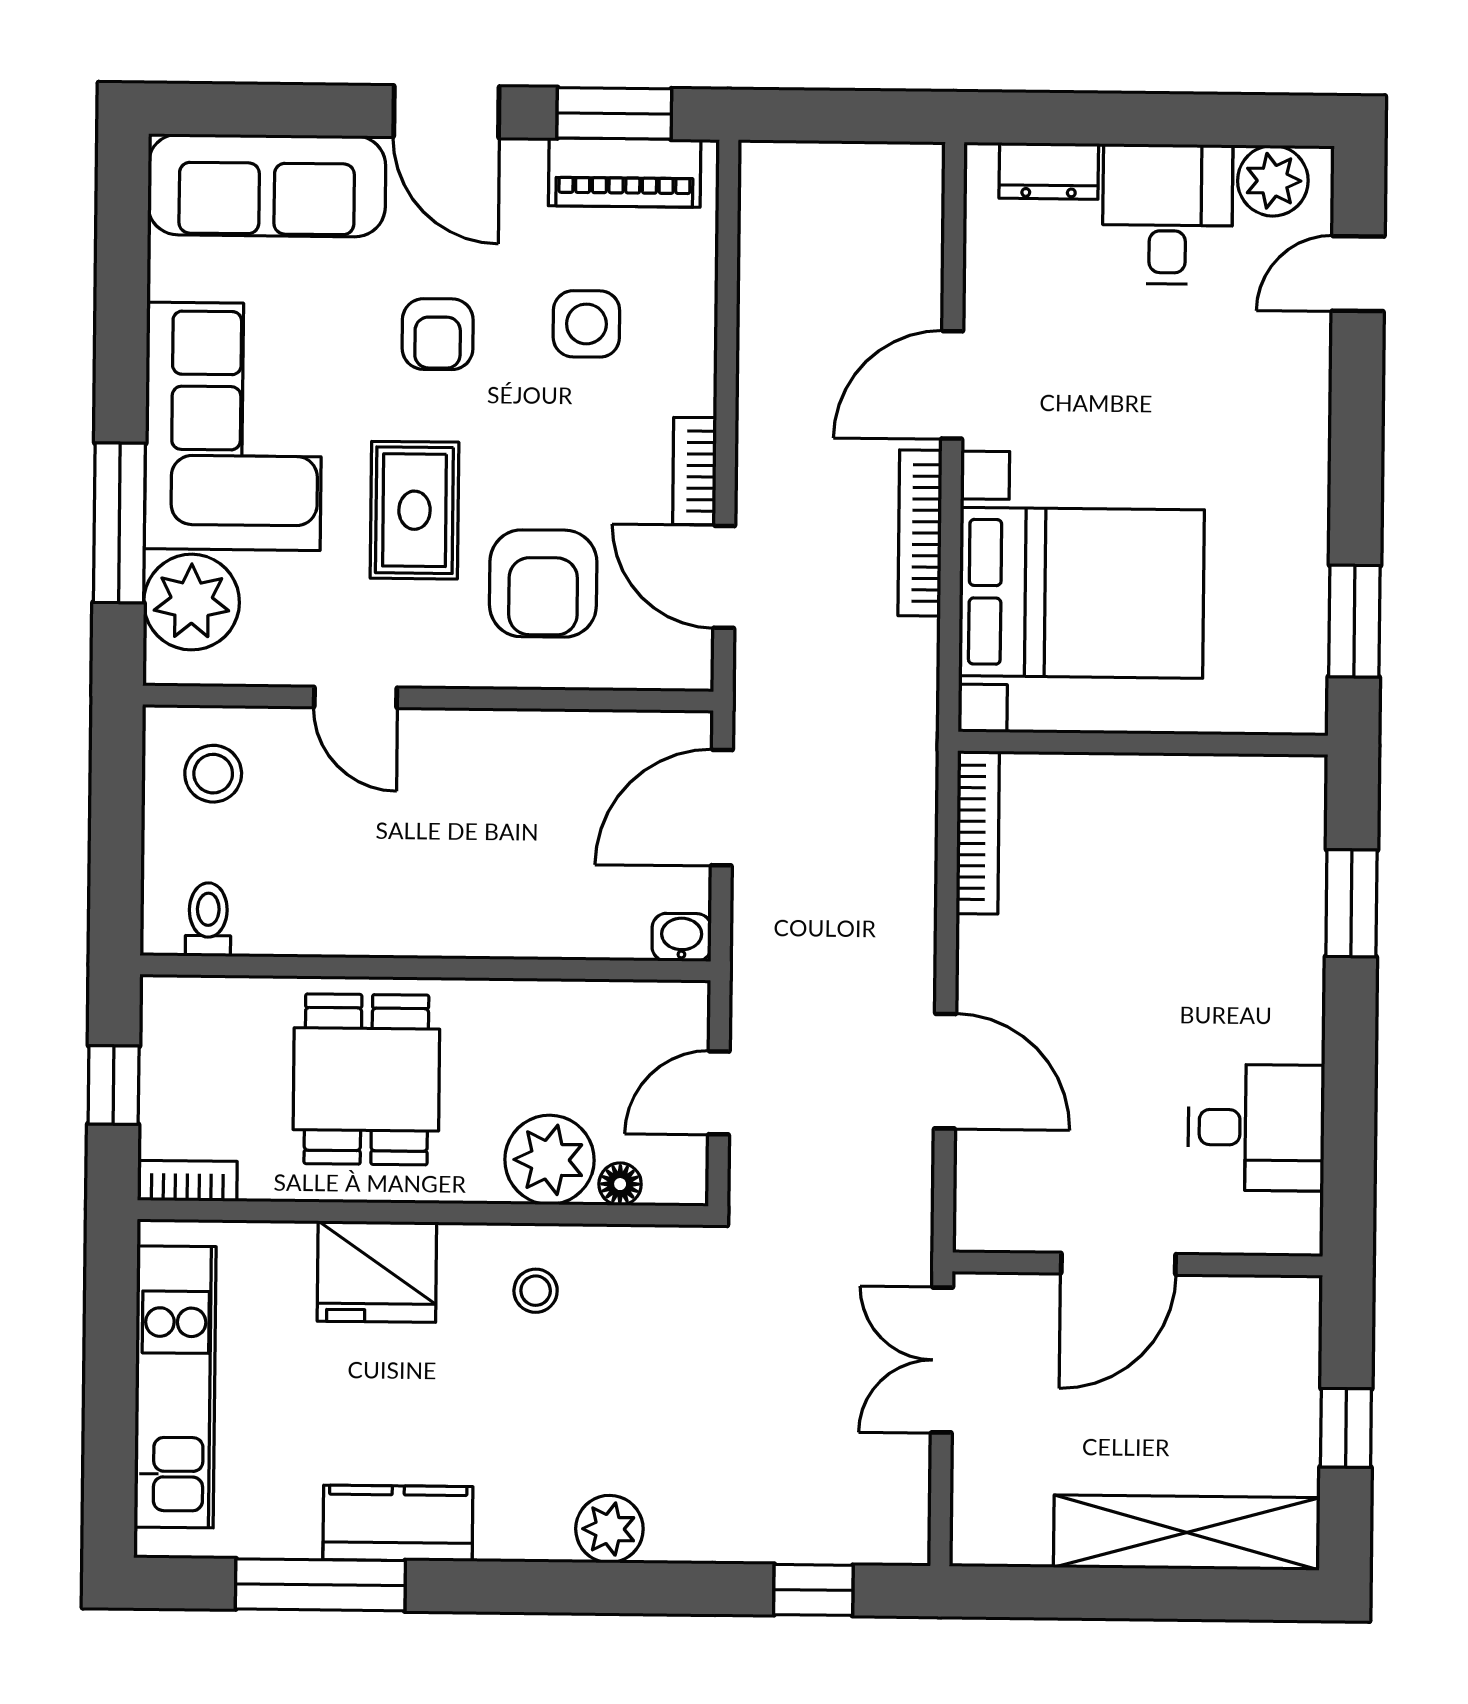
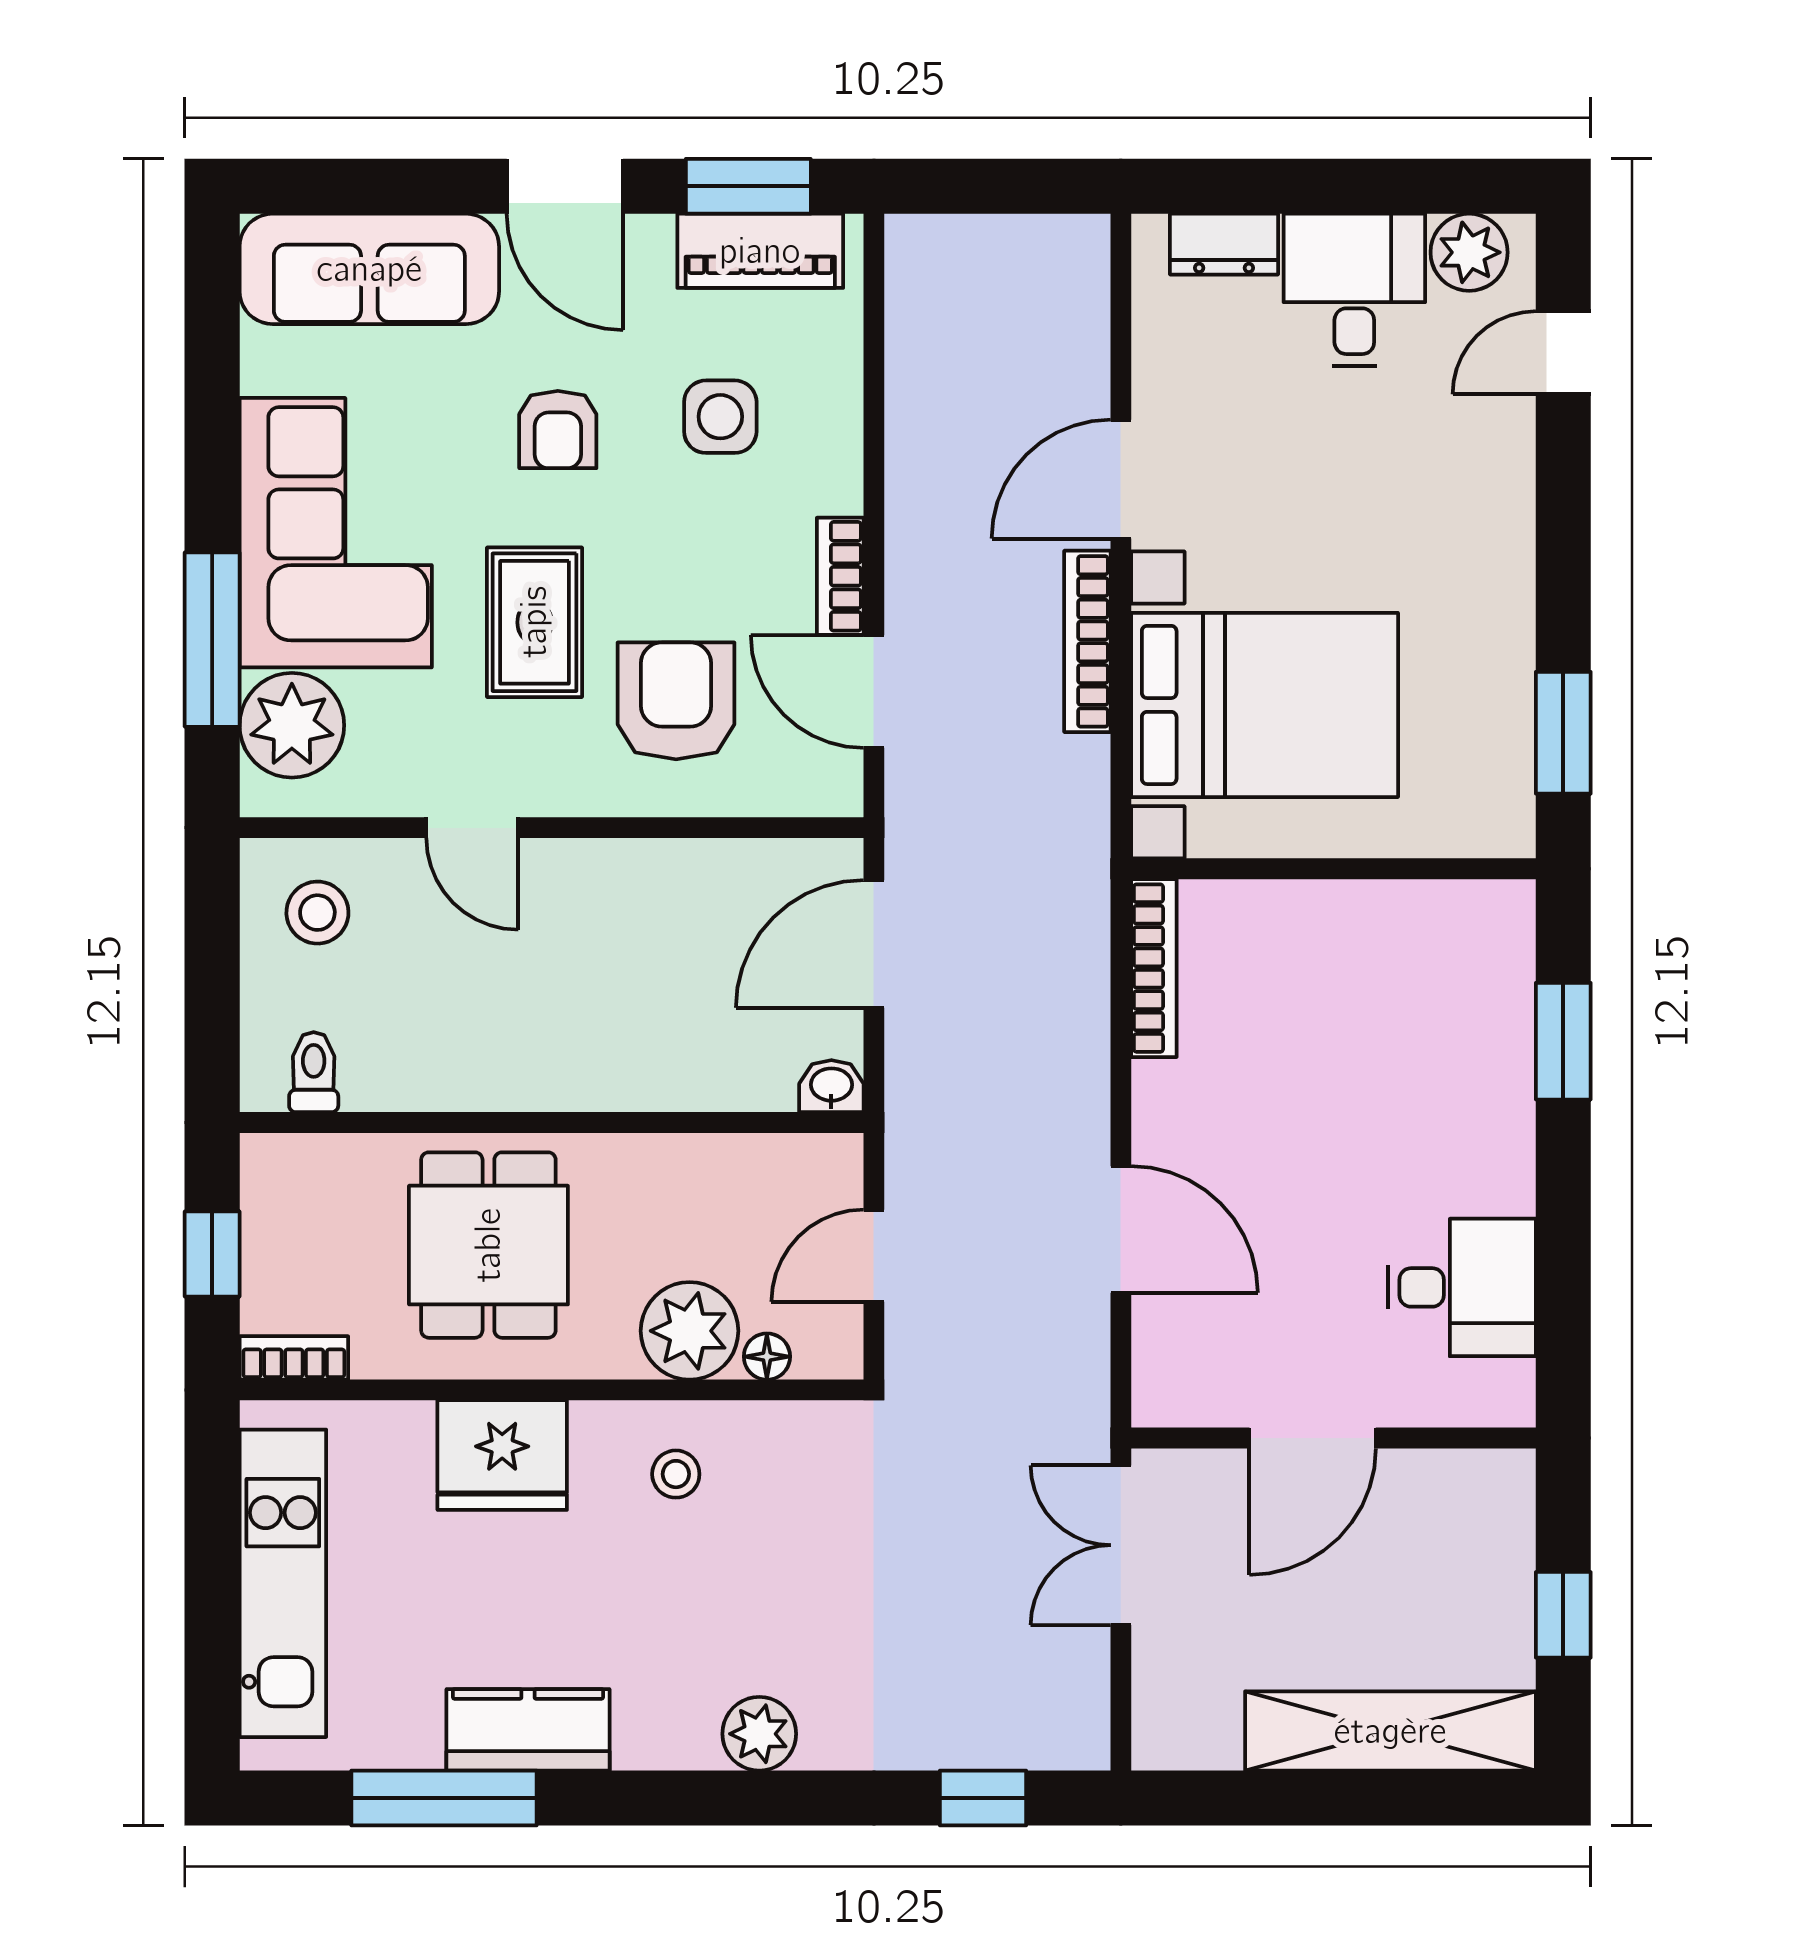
armchair: (543, 583) -> (676, 701), turned 180

